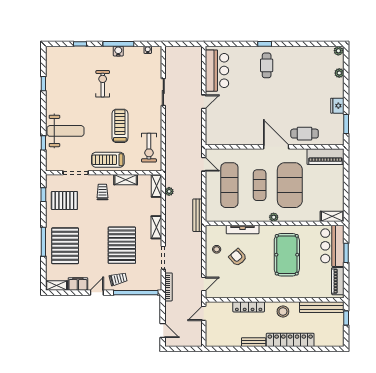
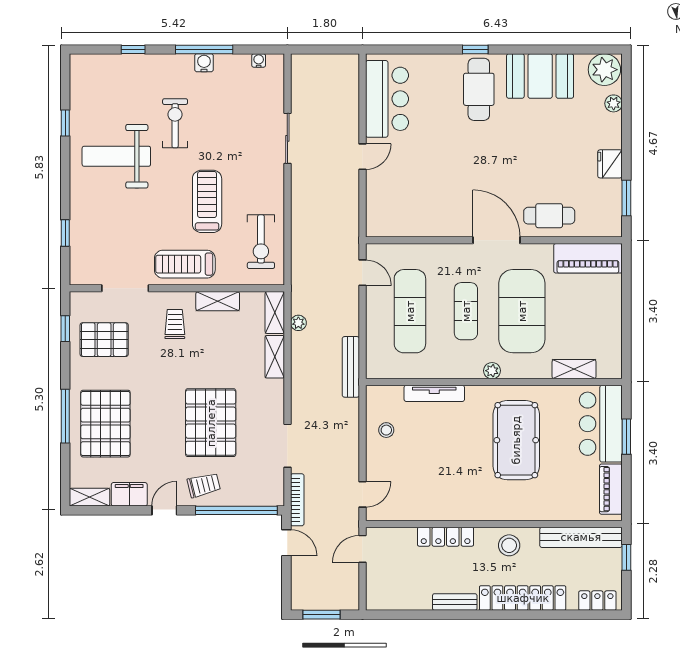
plant: (338, 51) -> (604, 70), width x1.88, depth x1.88
booth: (300, 58) -> (540, 76), added
cafe table: (267, 65) -> (479, 89), width x1.37, depth x1.35
weight bench: (66, 131) -> (116, 156), moved, turned 180
shelving: (332, 216) -> (574, 369), moved
shelving: (156, 227) -> (275, 357), moved
armchair: (238, 257) -> (425, 445), removed
door: (163, 331) -> (286, 543), moved
locker: (331, 341) -> (597, 601), added
window: (182, 349) -> (321, 615), added

